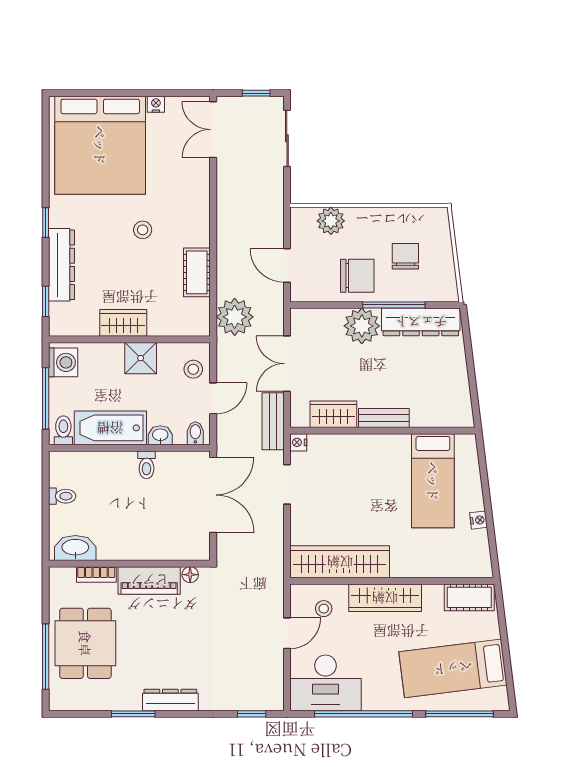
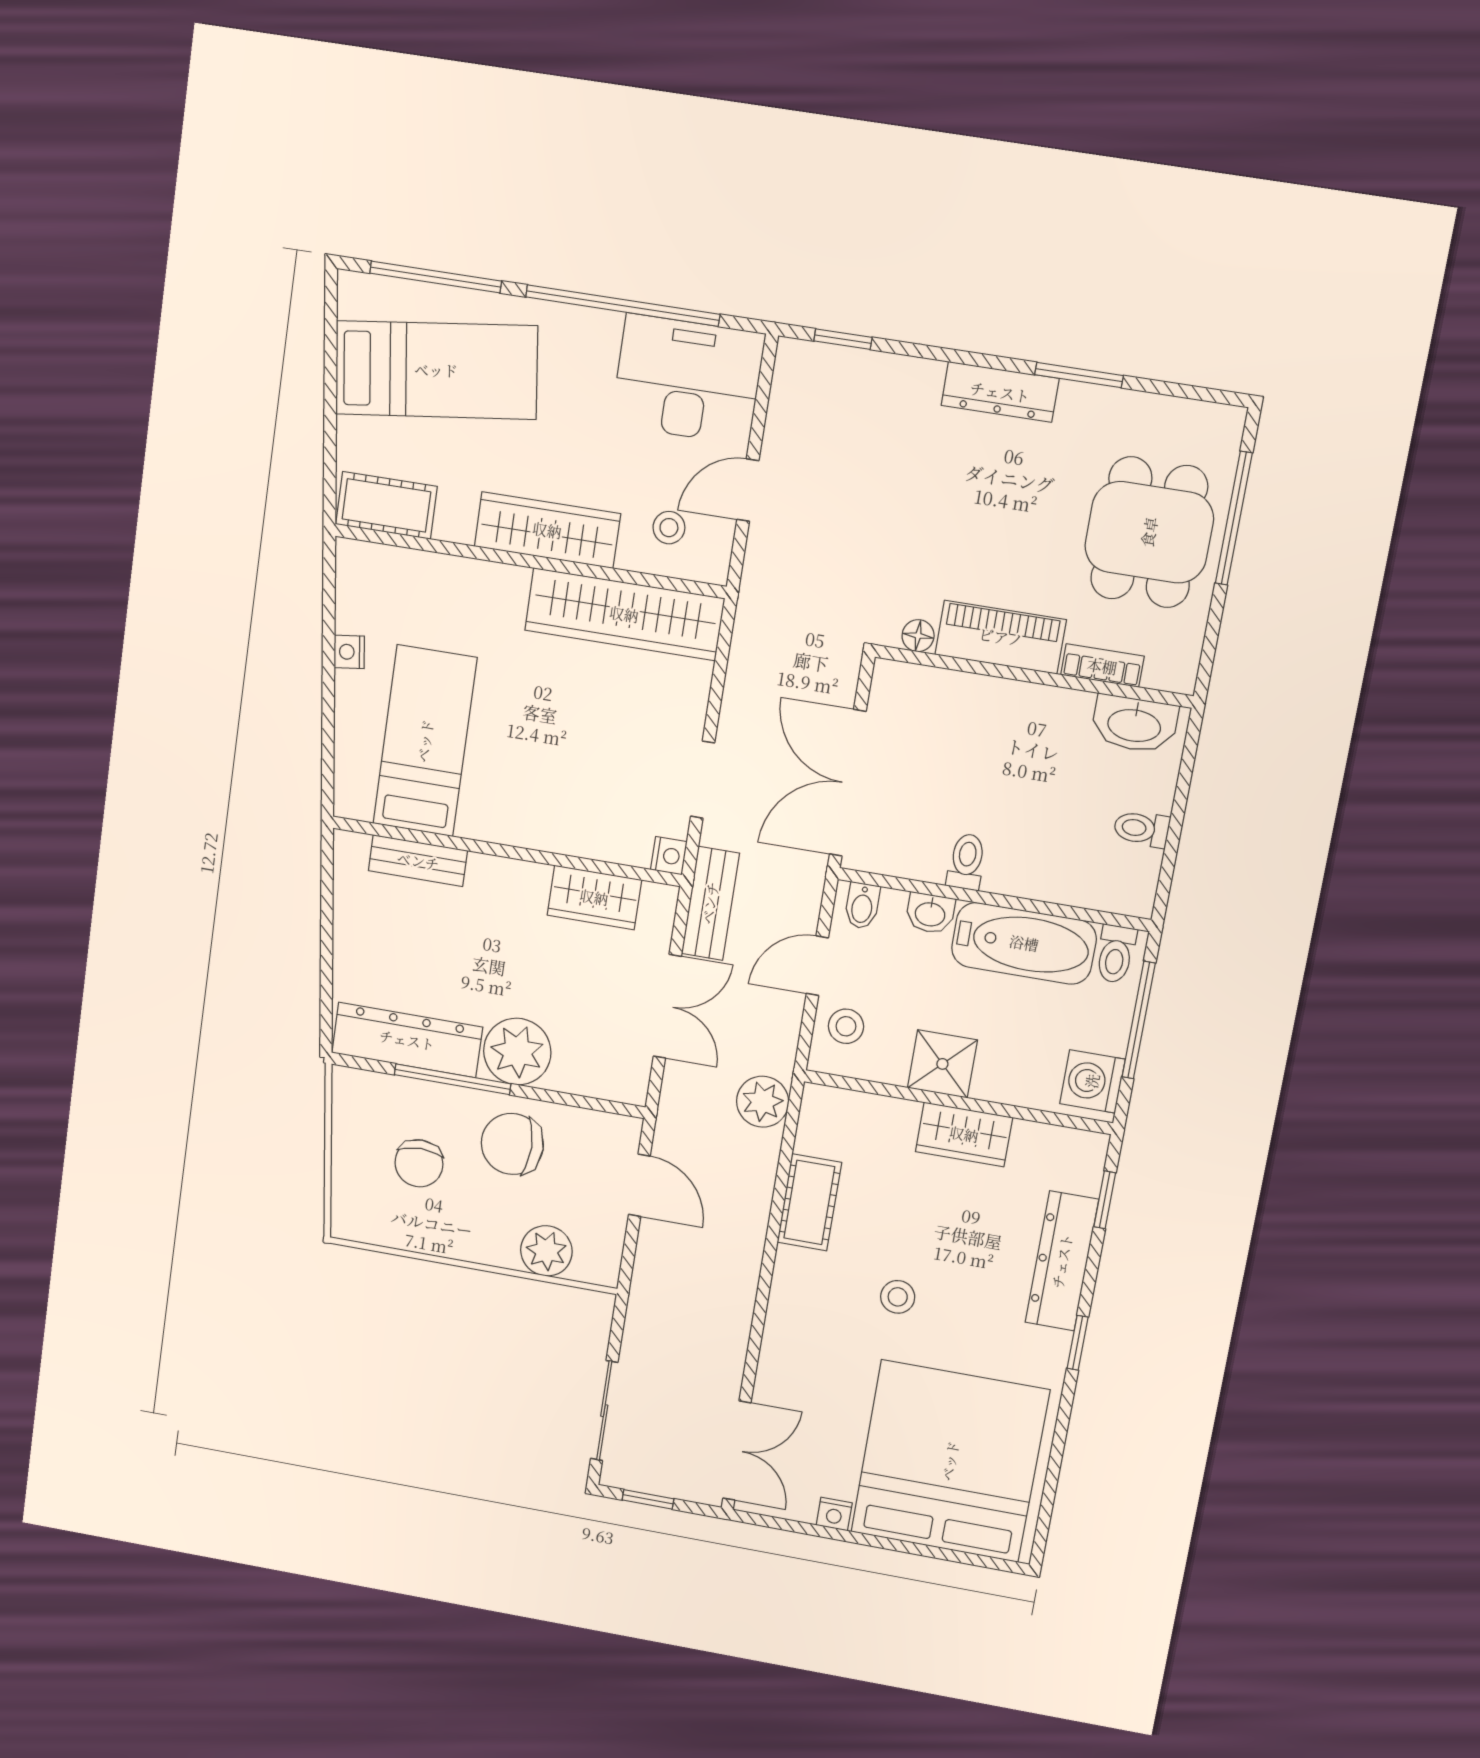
plant: (235, 317) -> (763, 1102), width x0.73, depth x0.73
bench: (384, 418) -> (418, 861), moved

